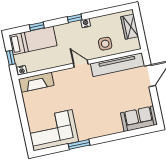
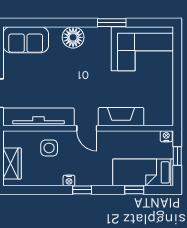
fireplace: (36, 82) -> (121, 117), moved
floor lamp: (105, 128) -> (73, 37), added

